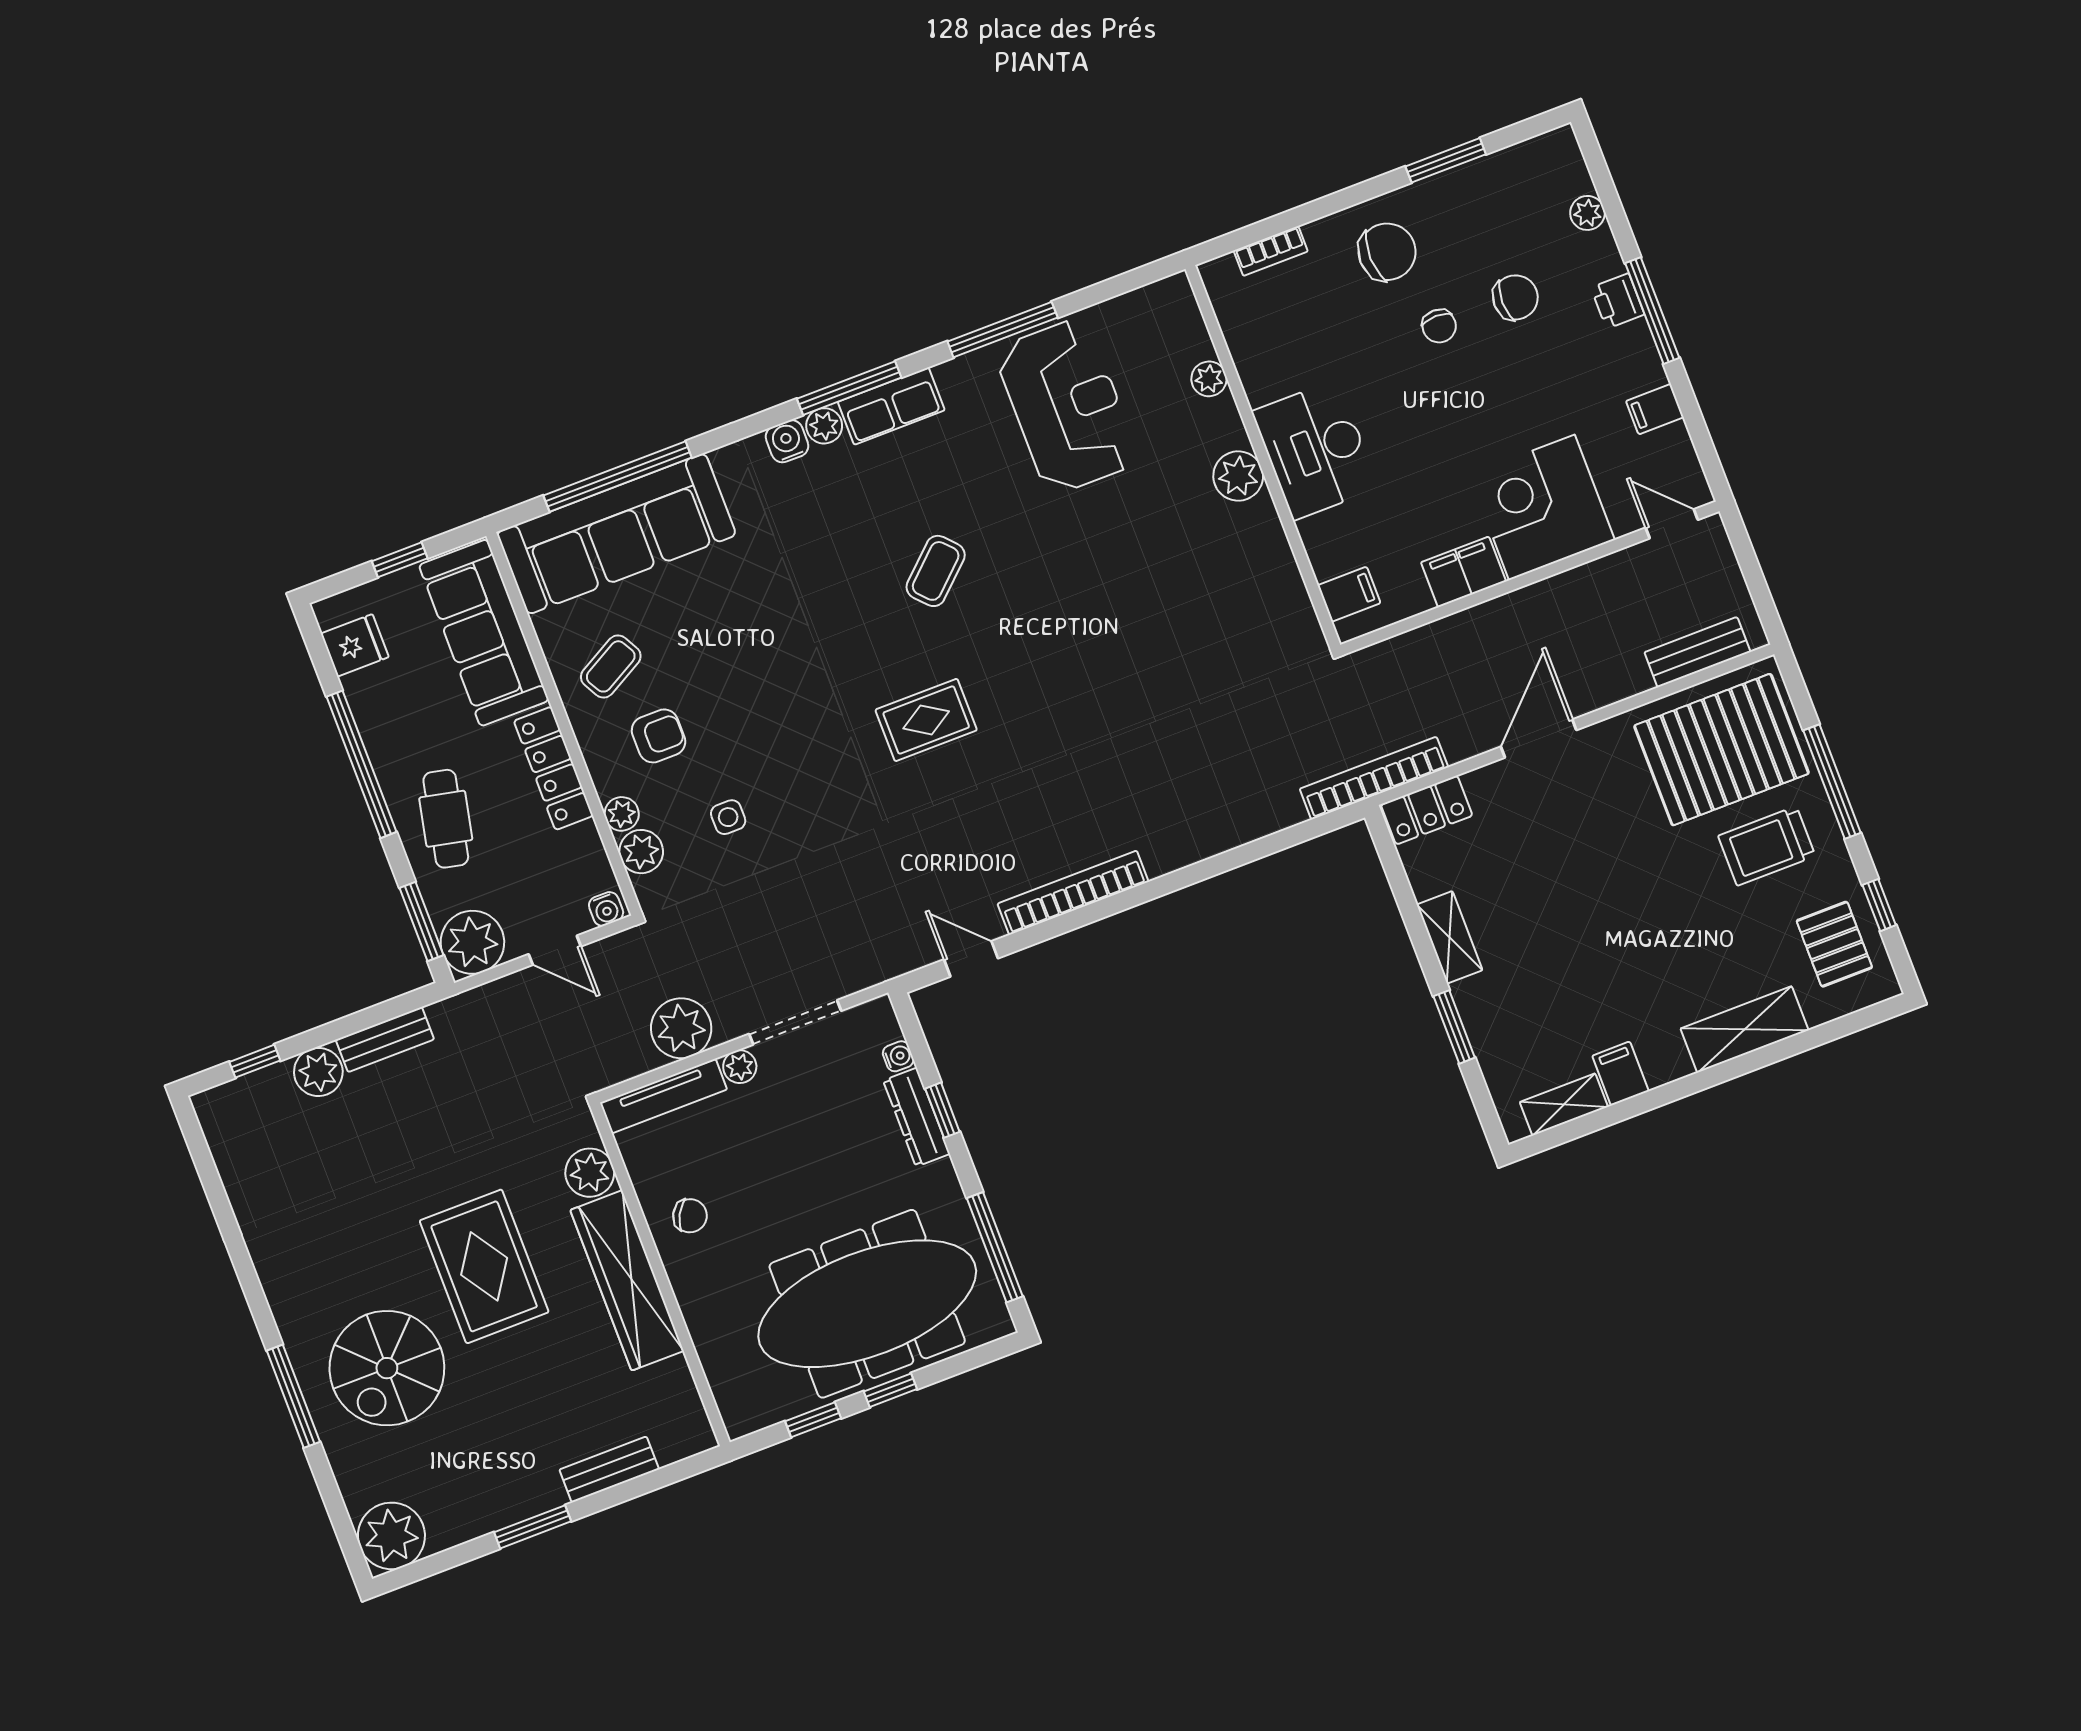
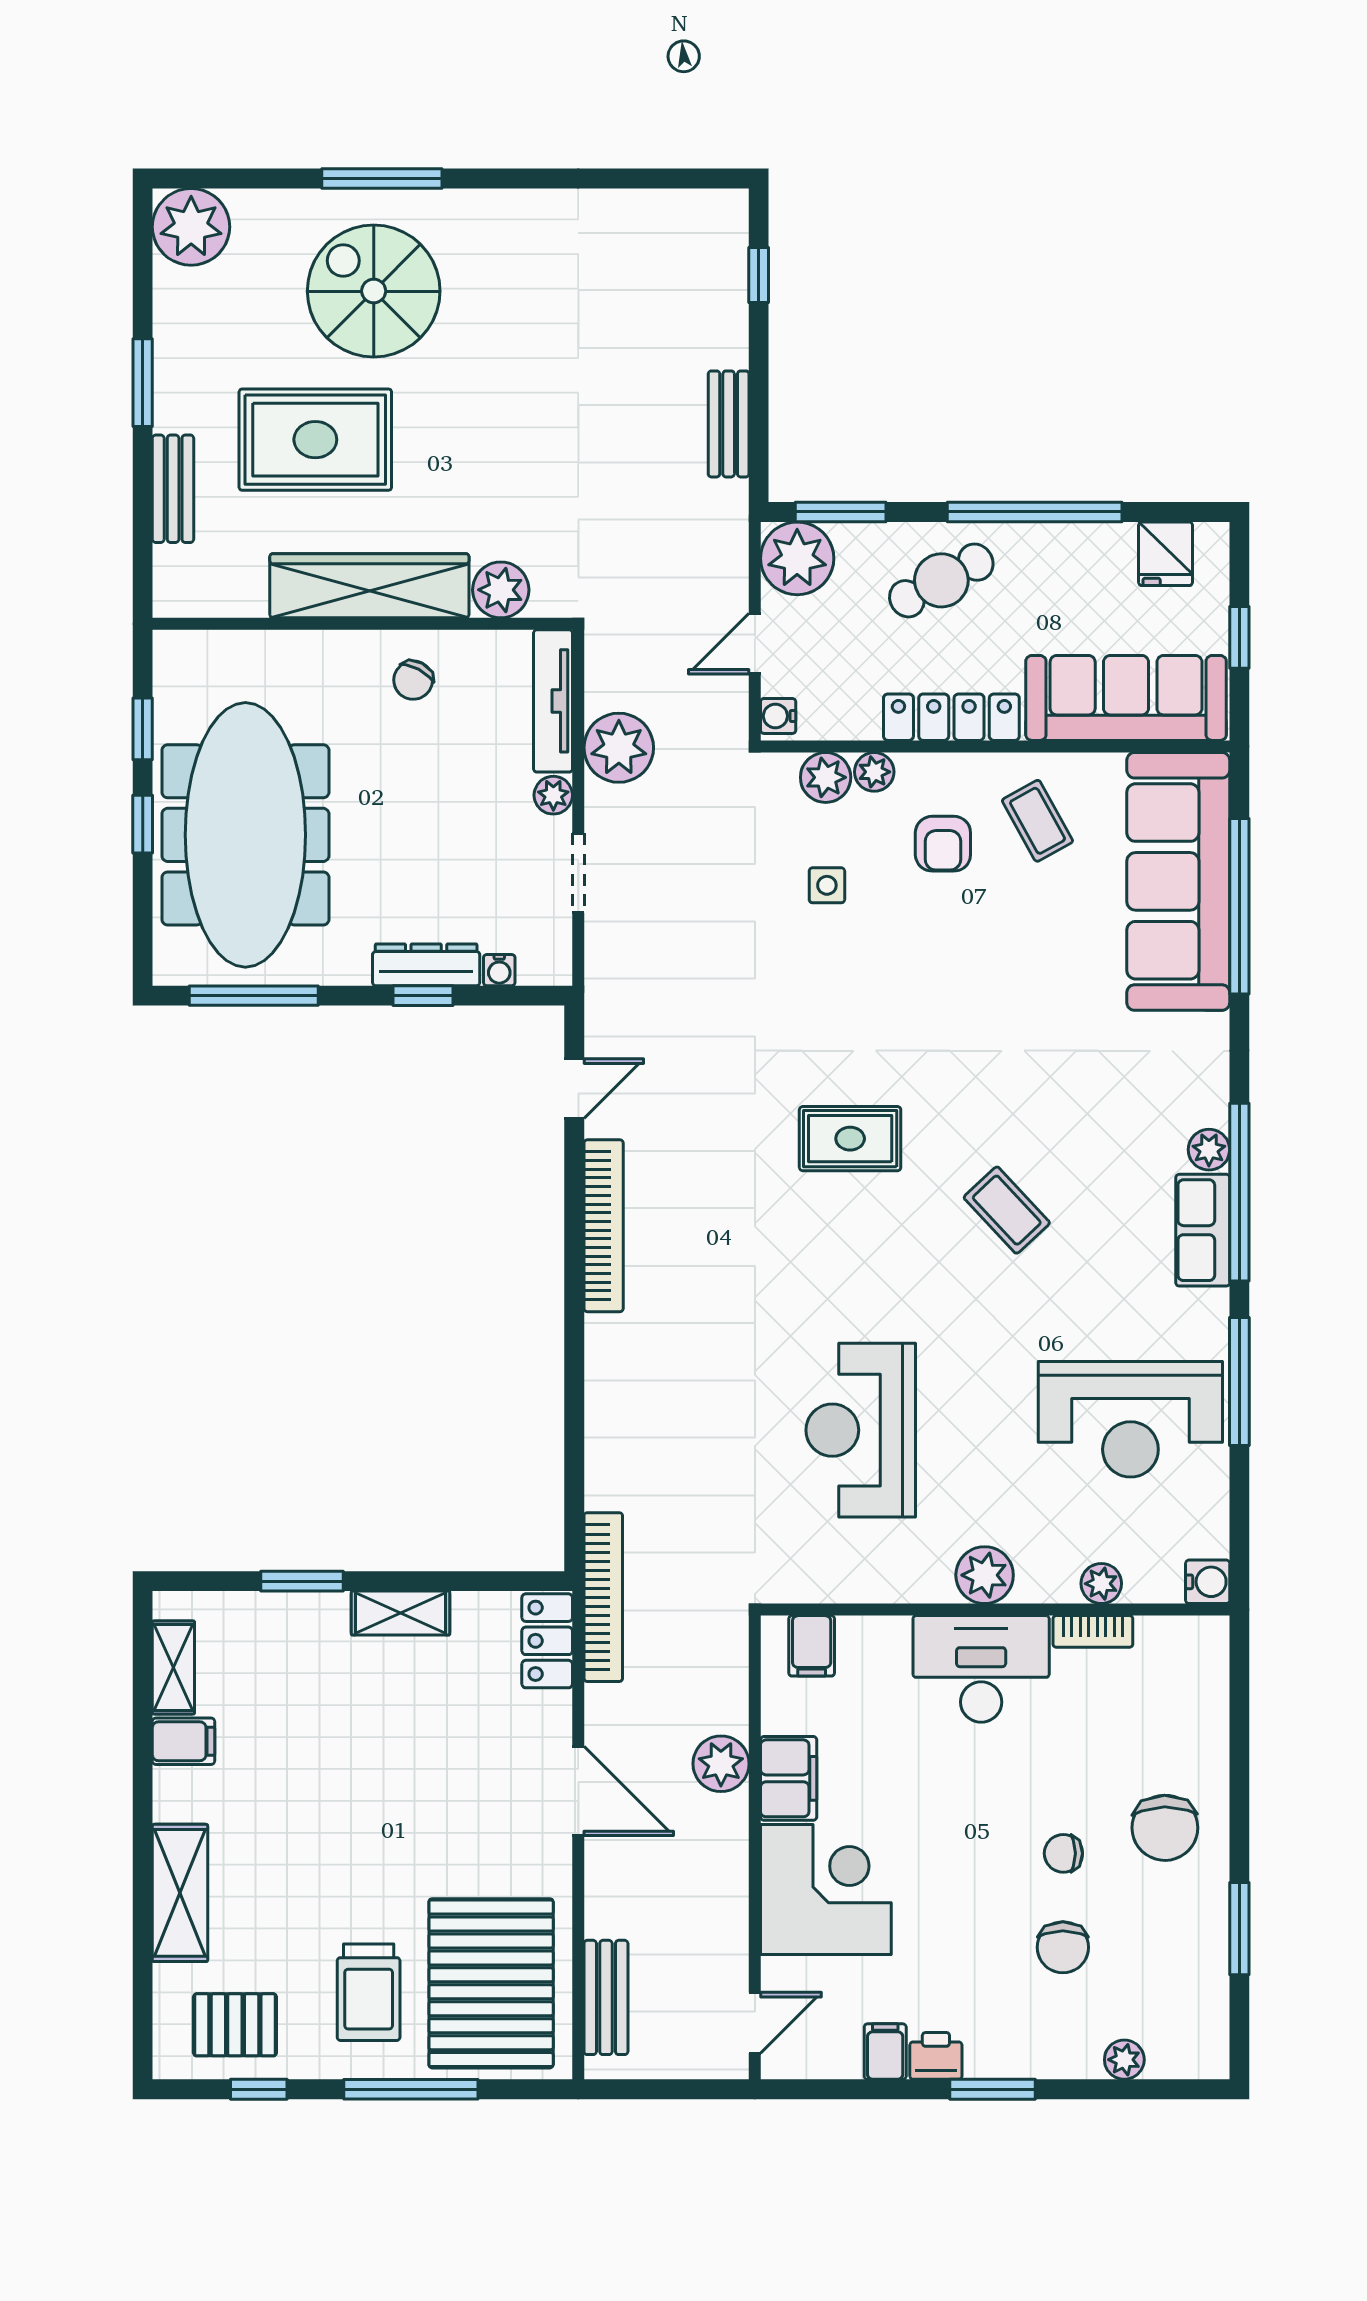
bookcase: (1271, 251) -> (1093, 1631), moved, turned -90
printer: (1618, 301) -> (936, 2056), moved
window: (1652, 311) -> (993, 2089), width x0.69
window: (849, 388) -> (1239, 1192), width x1.46
water cooler: (787, 441) -> (1208, 1582), moved
reception desk: (1159, 621) -> (861, 1430), added
rug: (926, 720) -> (850, 1139), turned 90
cafe table: (446, 819) -> (941, 580), turned -40
trolley: (1767, 846) -> (369, 1992), turned 180
doorway: (795, 1022) -> (578, 873), width x0.73
plant: (318, 1072) -> (721, 1764), moved
rug: (484, 1266) -> (315, 440), moved

